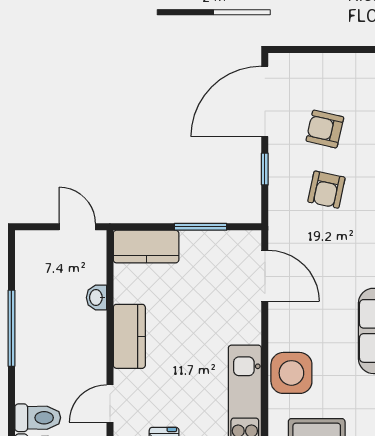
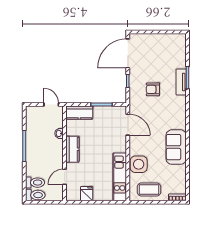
armchair: (325, 129) -> (152, 65), removed
armchair: (326, 190) -> (153, 89), turned 78

